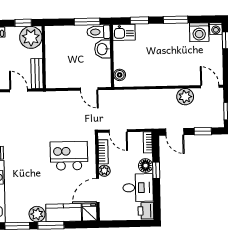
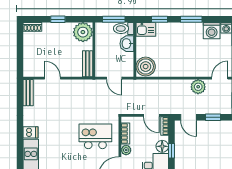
plant: (31, 37) -> (83, 32), moved
wall: (44, 57) -> (94, 50), moved
bench: (37, 74) -> (88, 64), moved
boiler: (120, 75) -> (146, 67), width x1.86, depth x1.86
door: (210, 86) -> (220, 78), hinge flipped
door: (118, 131) -> (151, 115), moved

